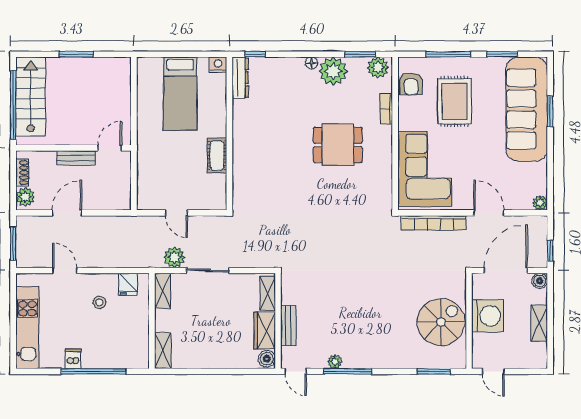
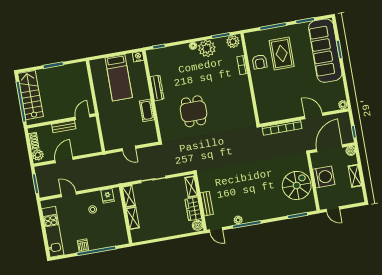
dresser: (240, 78) -> (157, 88), moved
armchair: (411, 84) -> (260, 62), moved
dining table: (338, 145) -> (193, 111), moved, turned 90
corner sofa: (425, 169) -> (271, 97), removed
plant: (174, 257) -> (132, 175), removed
shelving: (163, 351) -> (133, 218), moved

